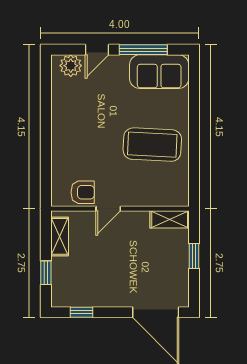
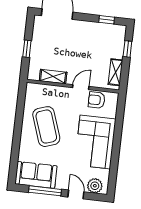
door: (97, 50) -> (76, 194), hinge flipped
corner sofa: (78, 130) -> (95, 142), added
coffee table: (152, 145) -> (46, 127), turned 68
shelving: (170, 219) -> (53, 77), moved

